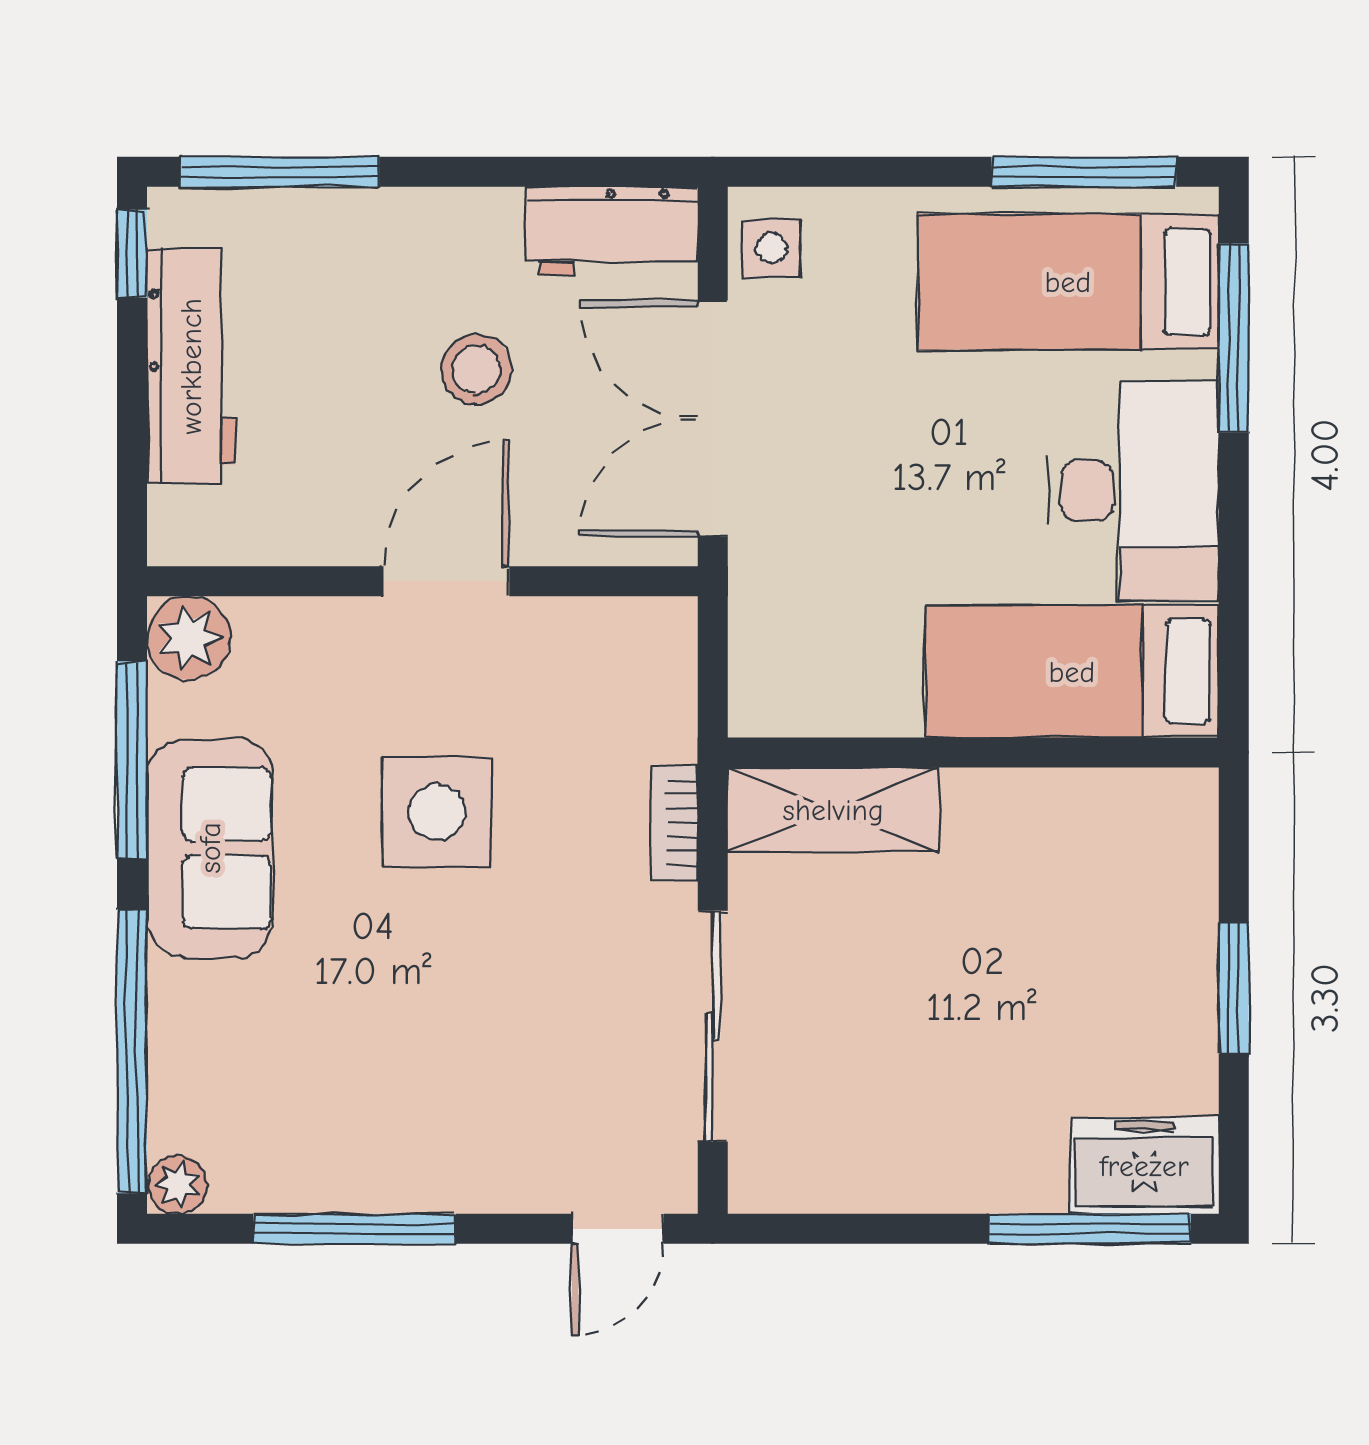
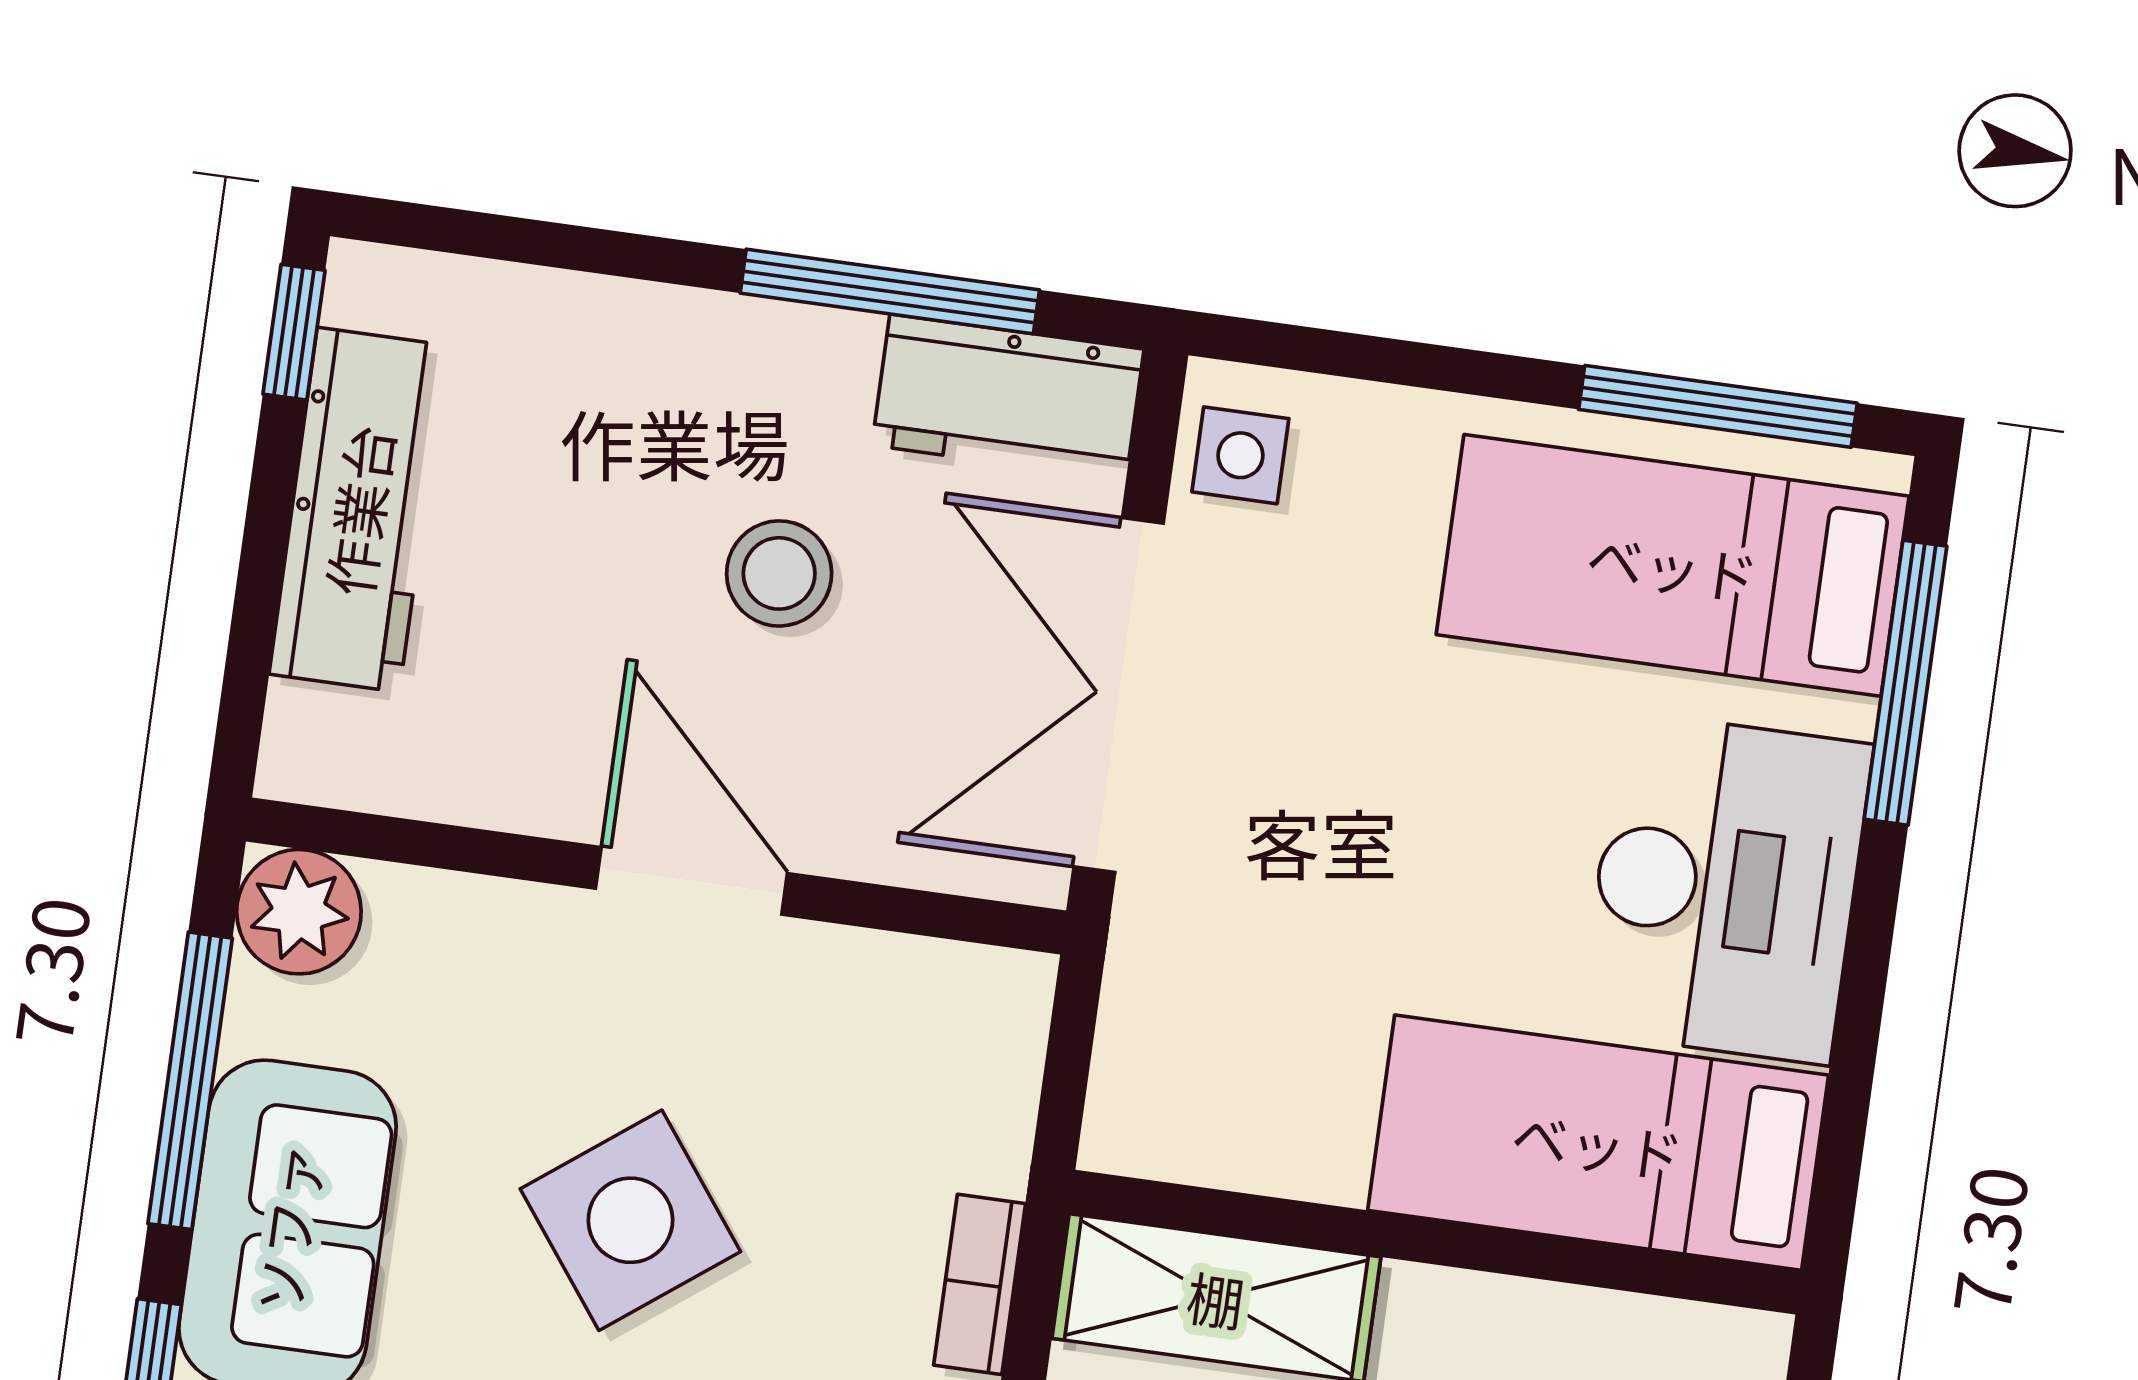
window: (280, 172) -> (890, 291), moved
door: (446, 581) -> (691, 881), hinge flipped
side table: (437, 812) -> (630, 1220), turned -37

